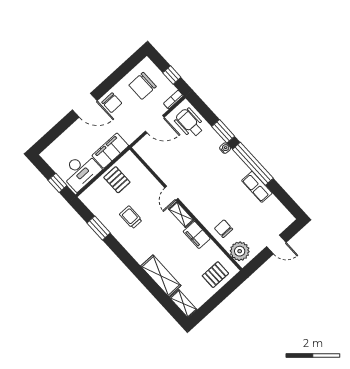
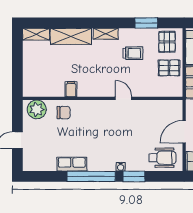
shelving: (181, 215) -> (106, 34), moved
filing cabinet: (197, 235) -> (71, 89), width x0.50
pallet: (215, 275) -> (167, 42), moved

